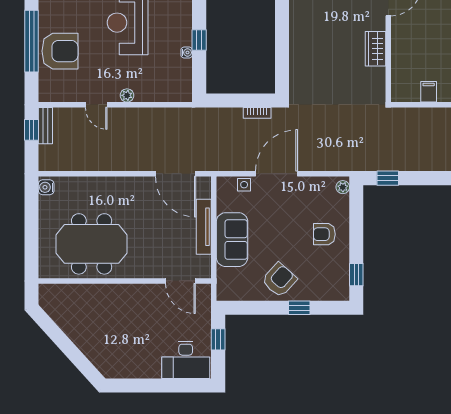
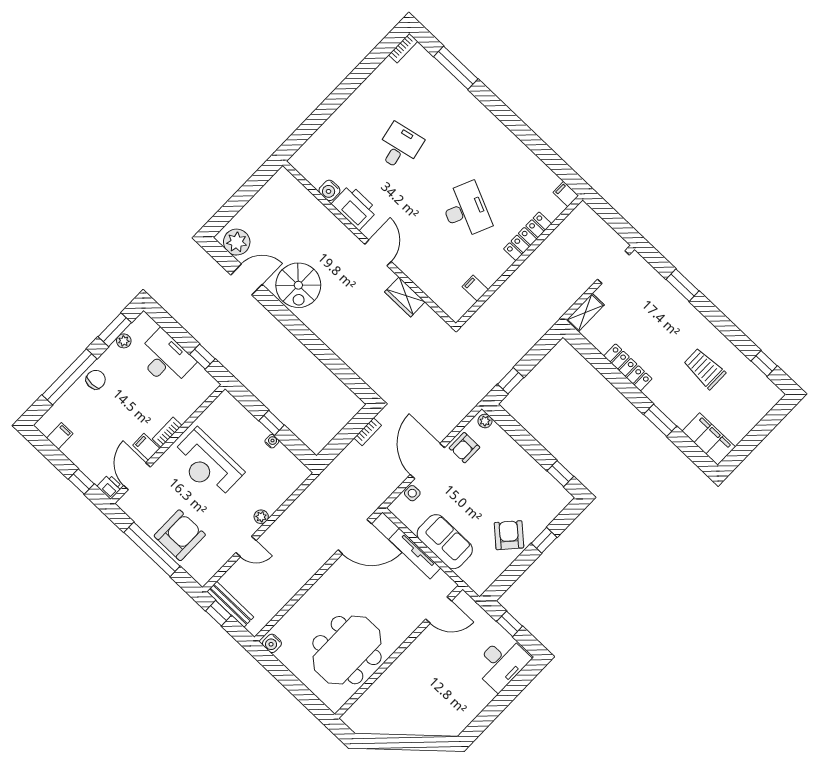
bench: (45, 126) -> (230, 604), width x1.36
armchair: (324, 234) -> (464, 448), moved

